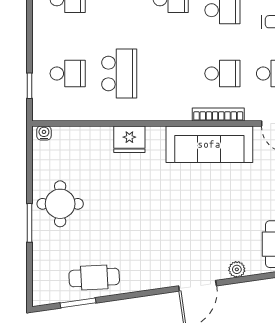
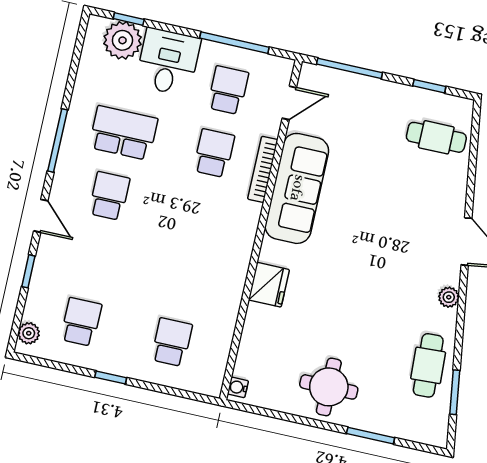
school desk: (119, 73) -> (186, 279), removed
window: (29, 86) -> (111, 377), moved
window: (29, 223) -> (371, 436), moved
plant: (237, 269) -> (449, 297), moved

